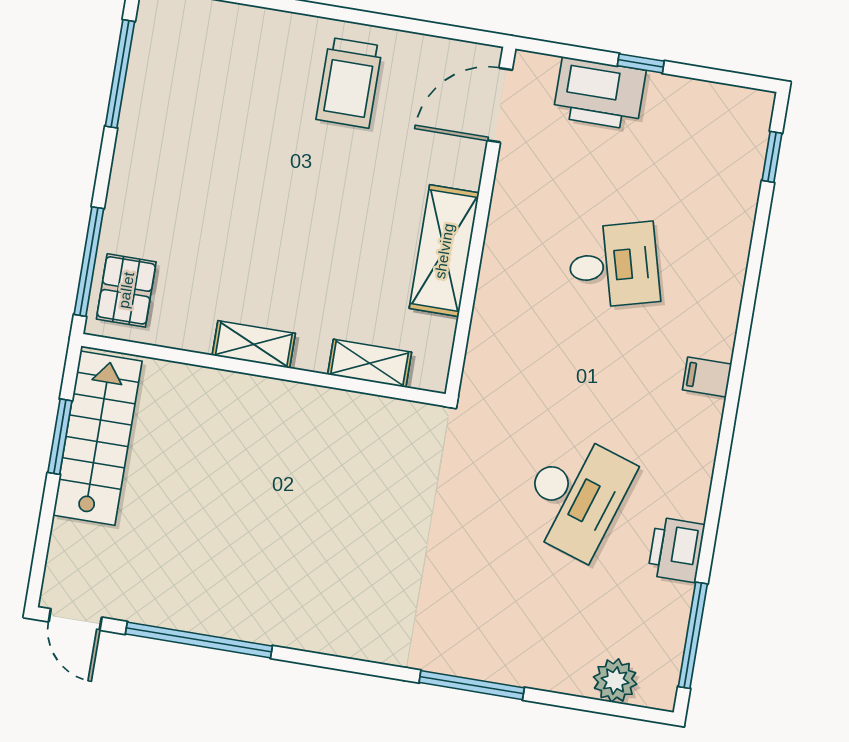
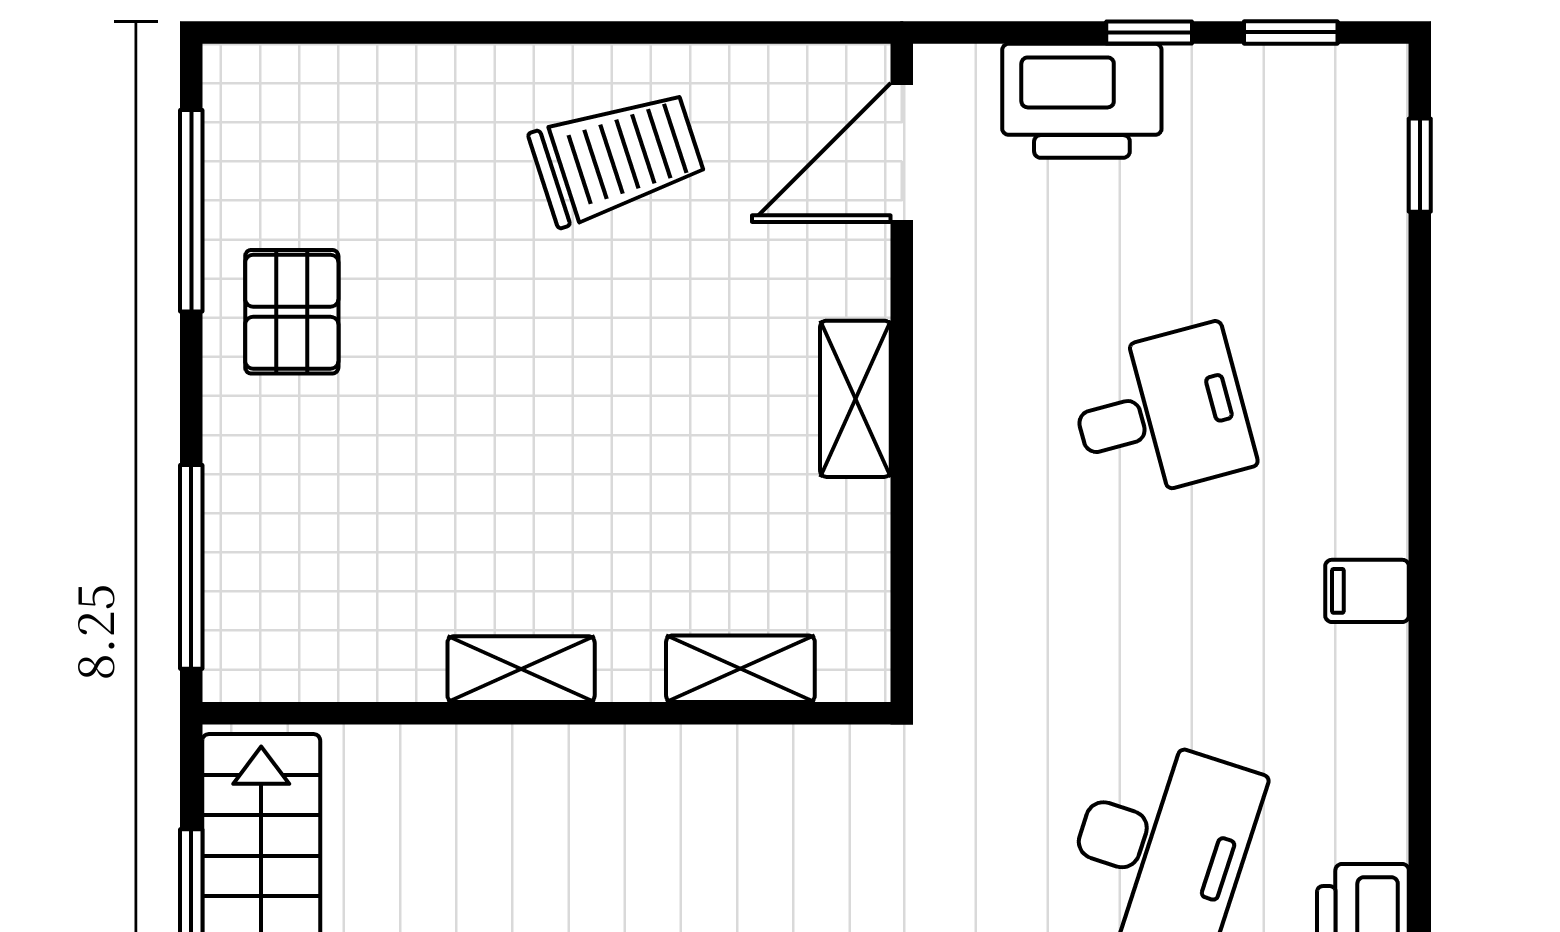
window: (715, 76) -> (1291, 32), added
trolley: (349, 83) -> (617, 157), turned -108
shelving: (444, 251) -> (855, 399), width x0.67, depth x0.75
pallet: (126, 290) -> (292, 312), moved

